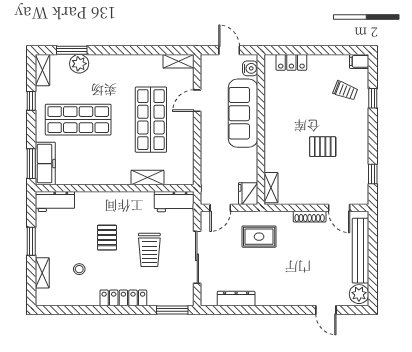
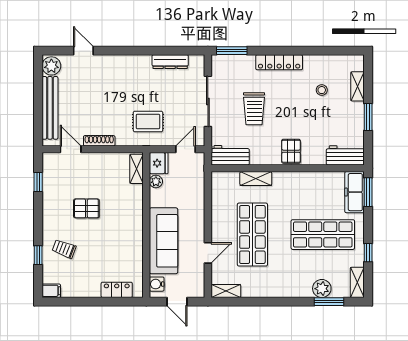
trolley: (345, 91) -> (64, 249), moved
plant: (251, 175) -> (156, 181), added
pallet: (107, 238) -> (291, 151), moved
trolley: (149, 250) -> (254, 109), turned 180

